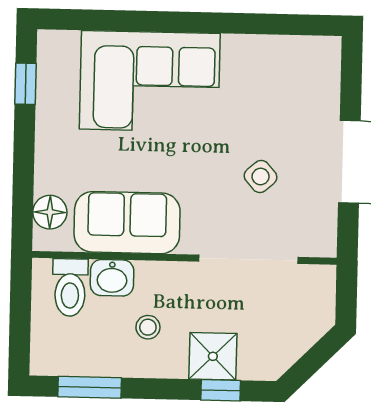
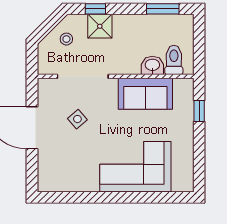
window: (25, 84) -> (199, 111), moved
floor lamp: (50, 212) -> (185, 98), removed
stool: (148, 327) -> (66, 39), moved

